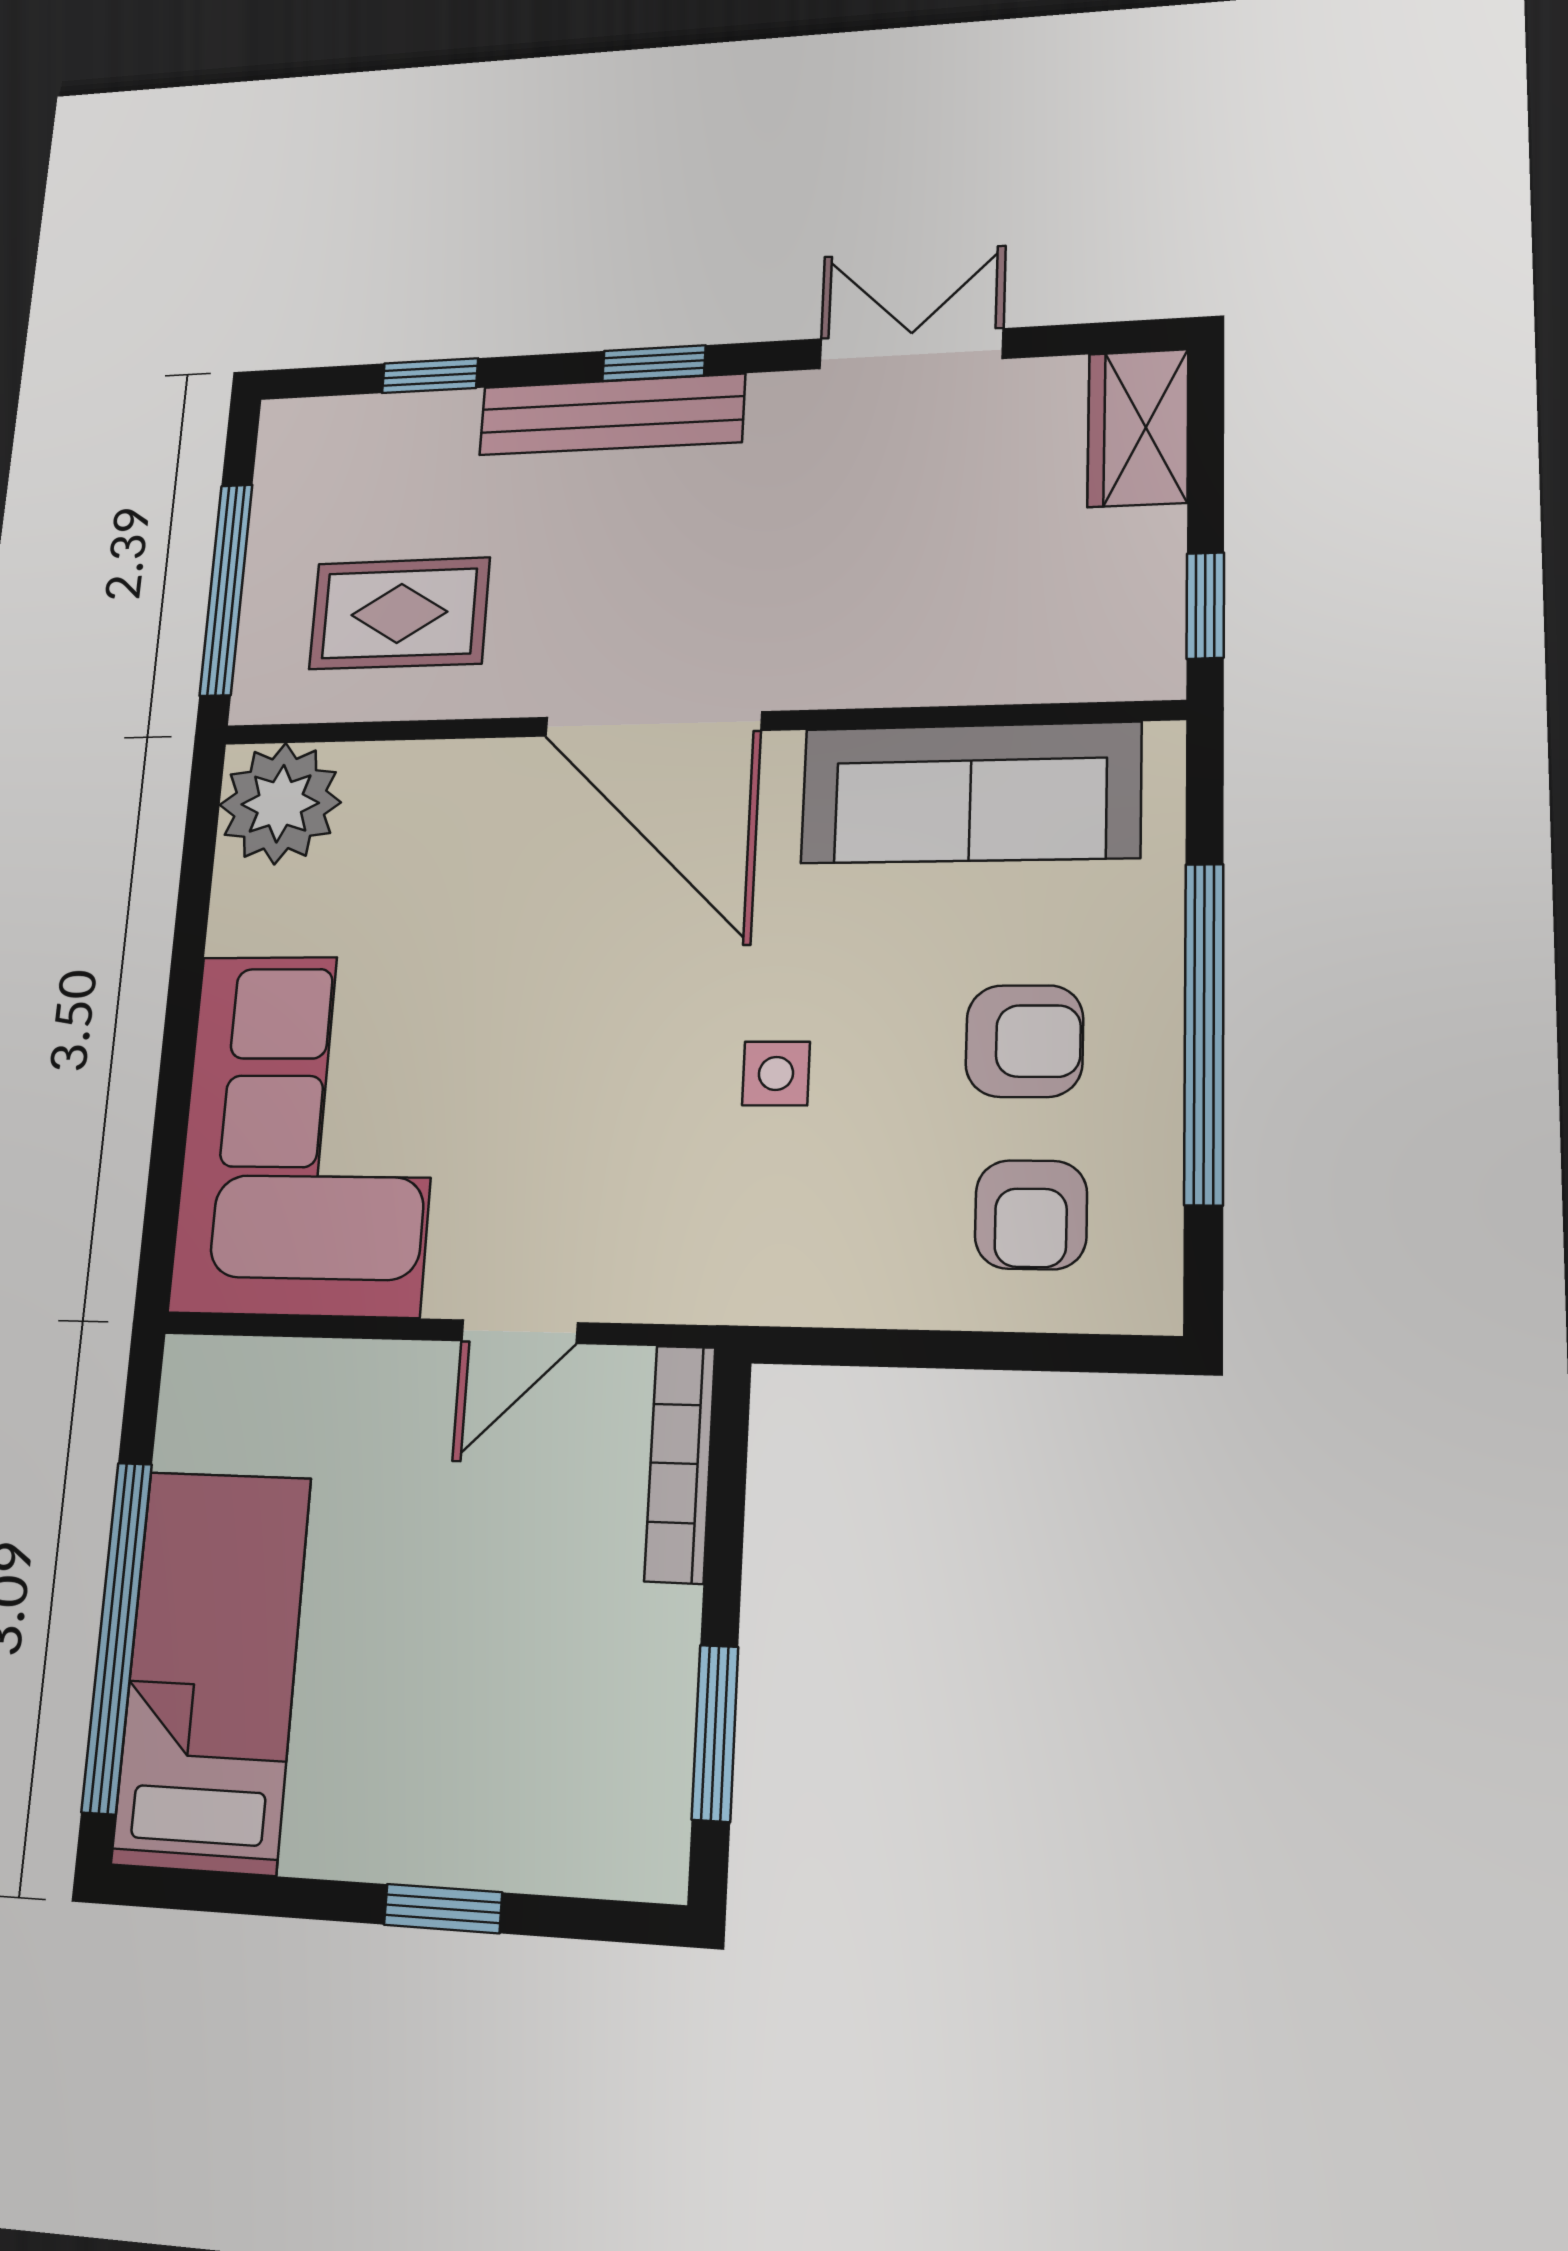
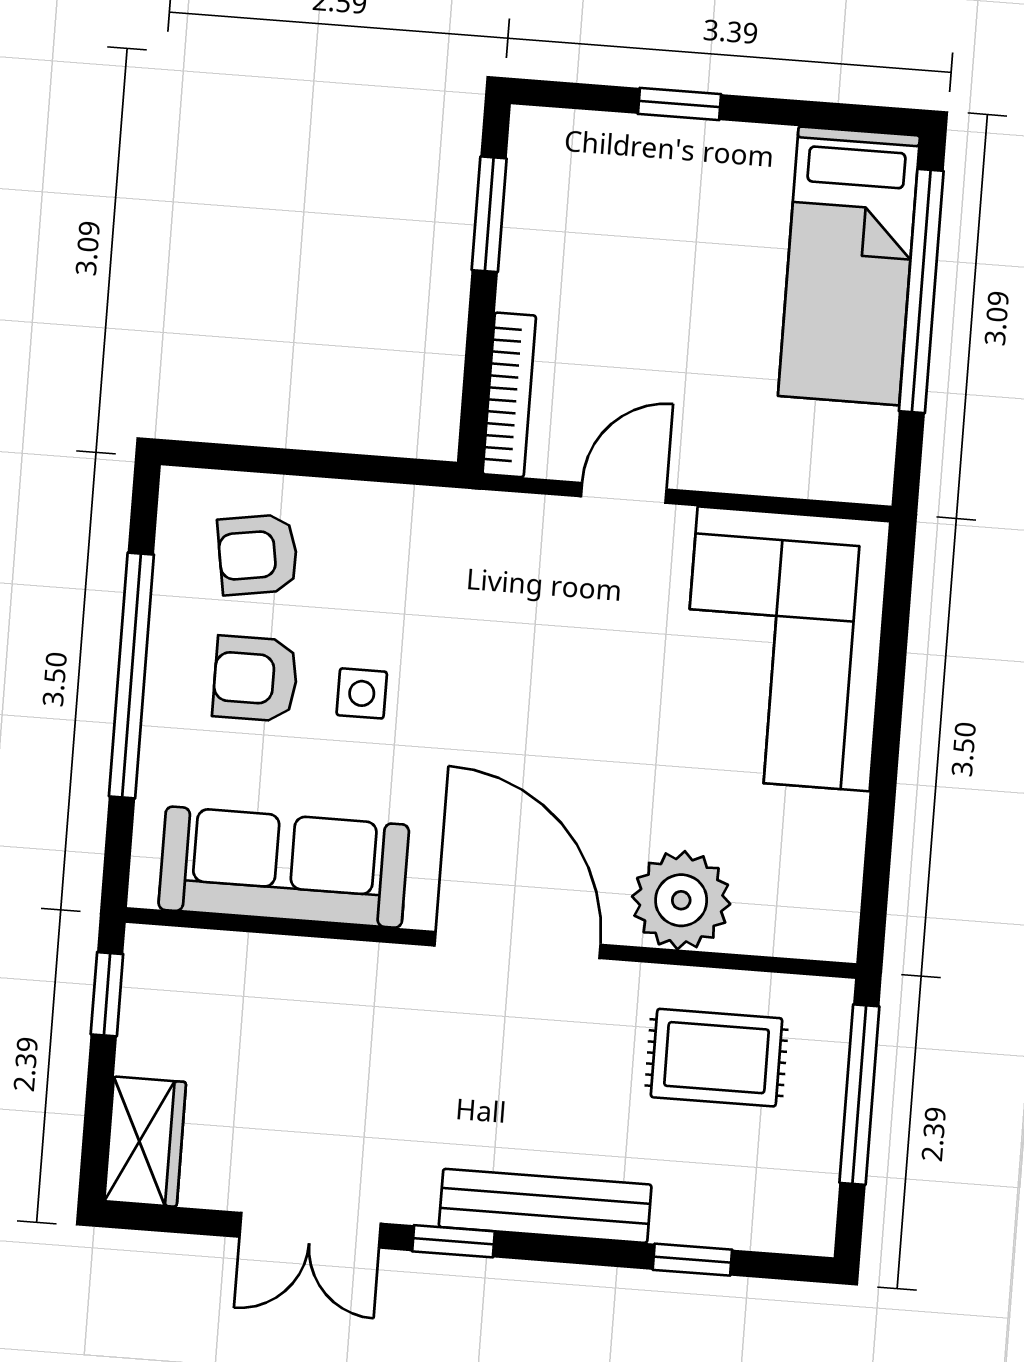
window: (654, 363) -> (453, 1241), moved
plant: (280, 804) -> (681, 900), moved
side table: (776, 1073) -> (362, 693), moved
armchair: (1031, 1215) -> (258, 555), turned -99

